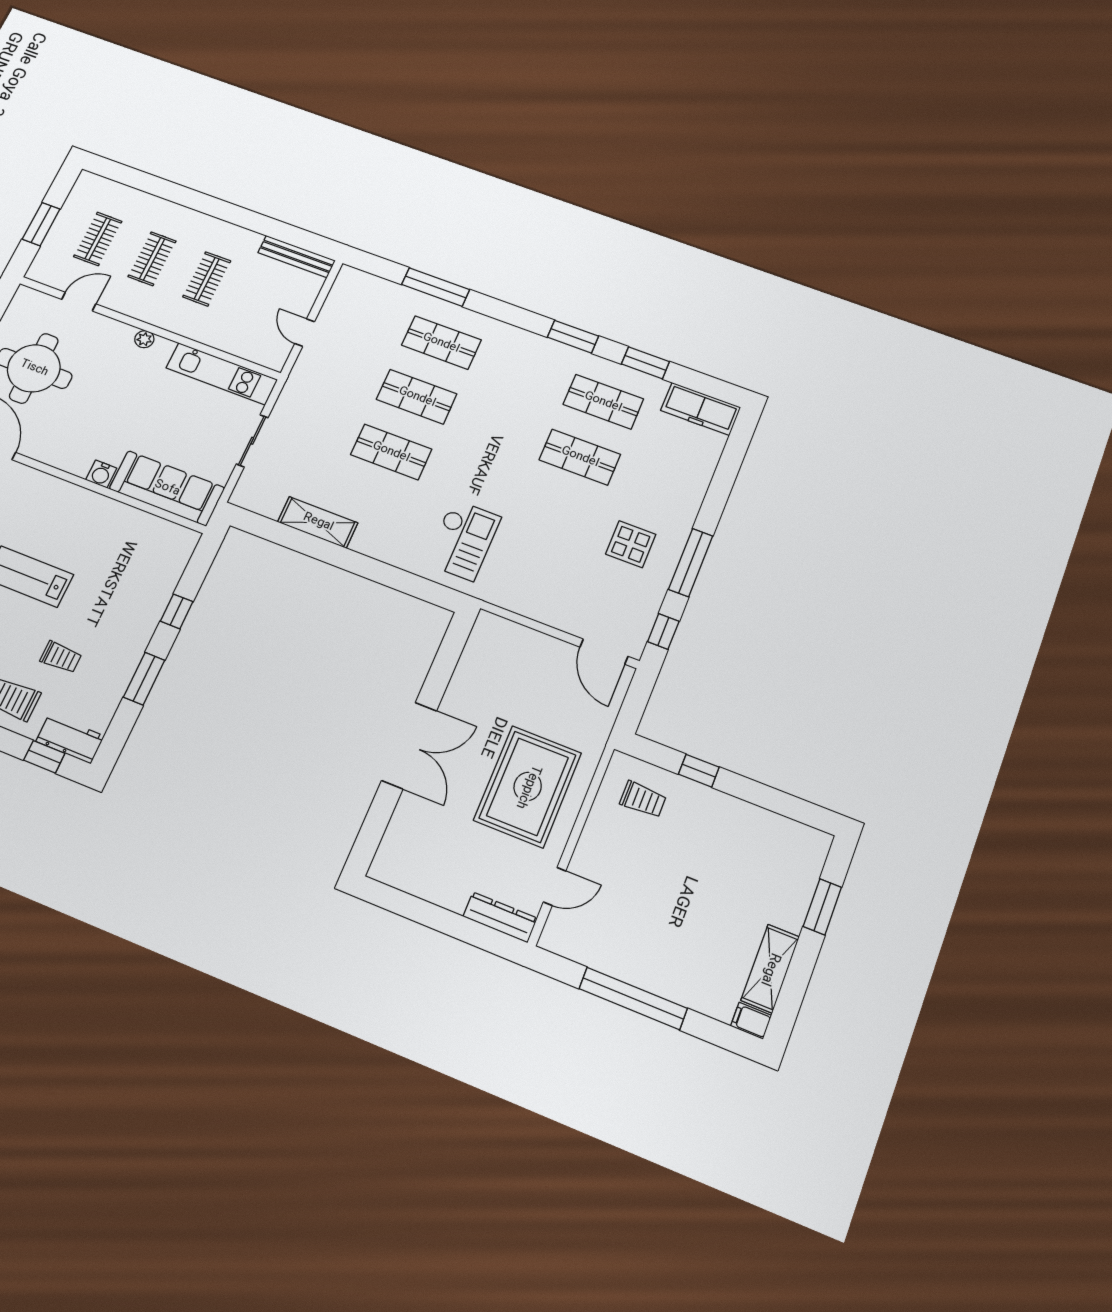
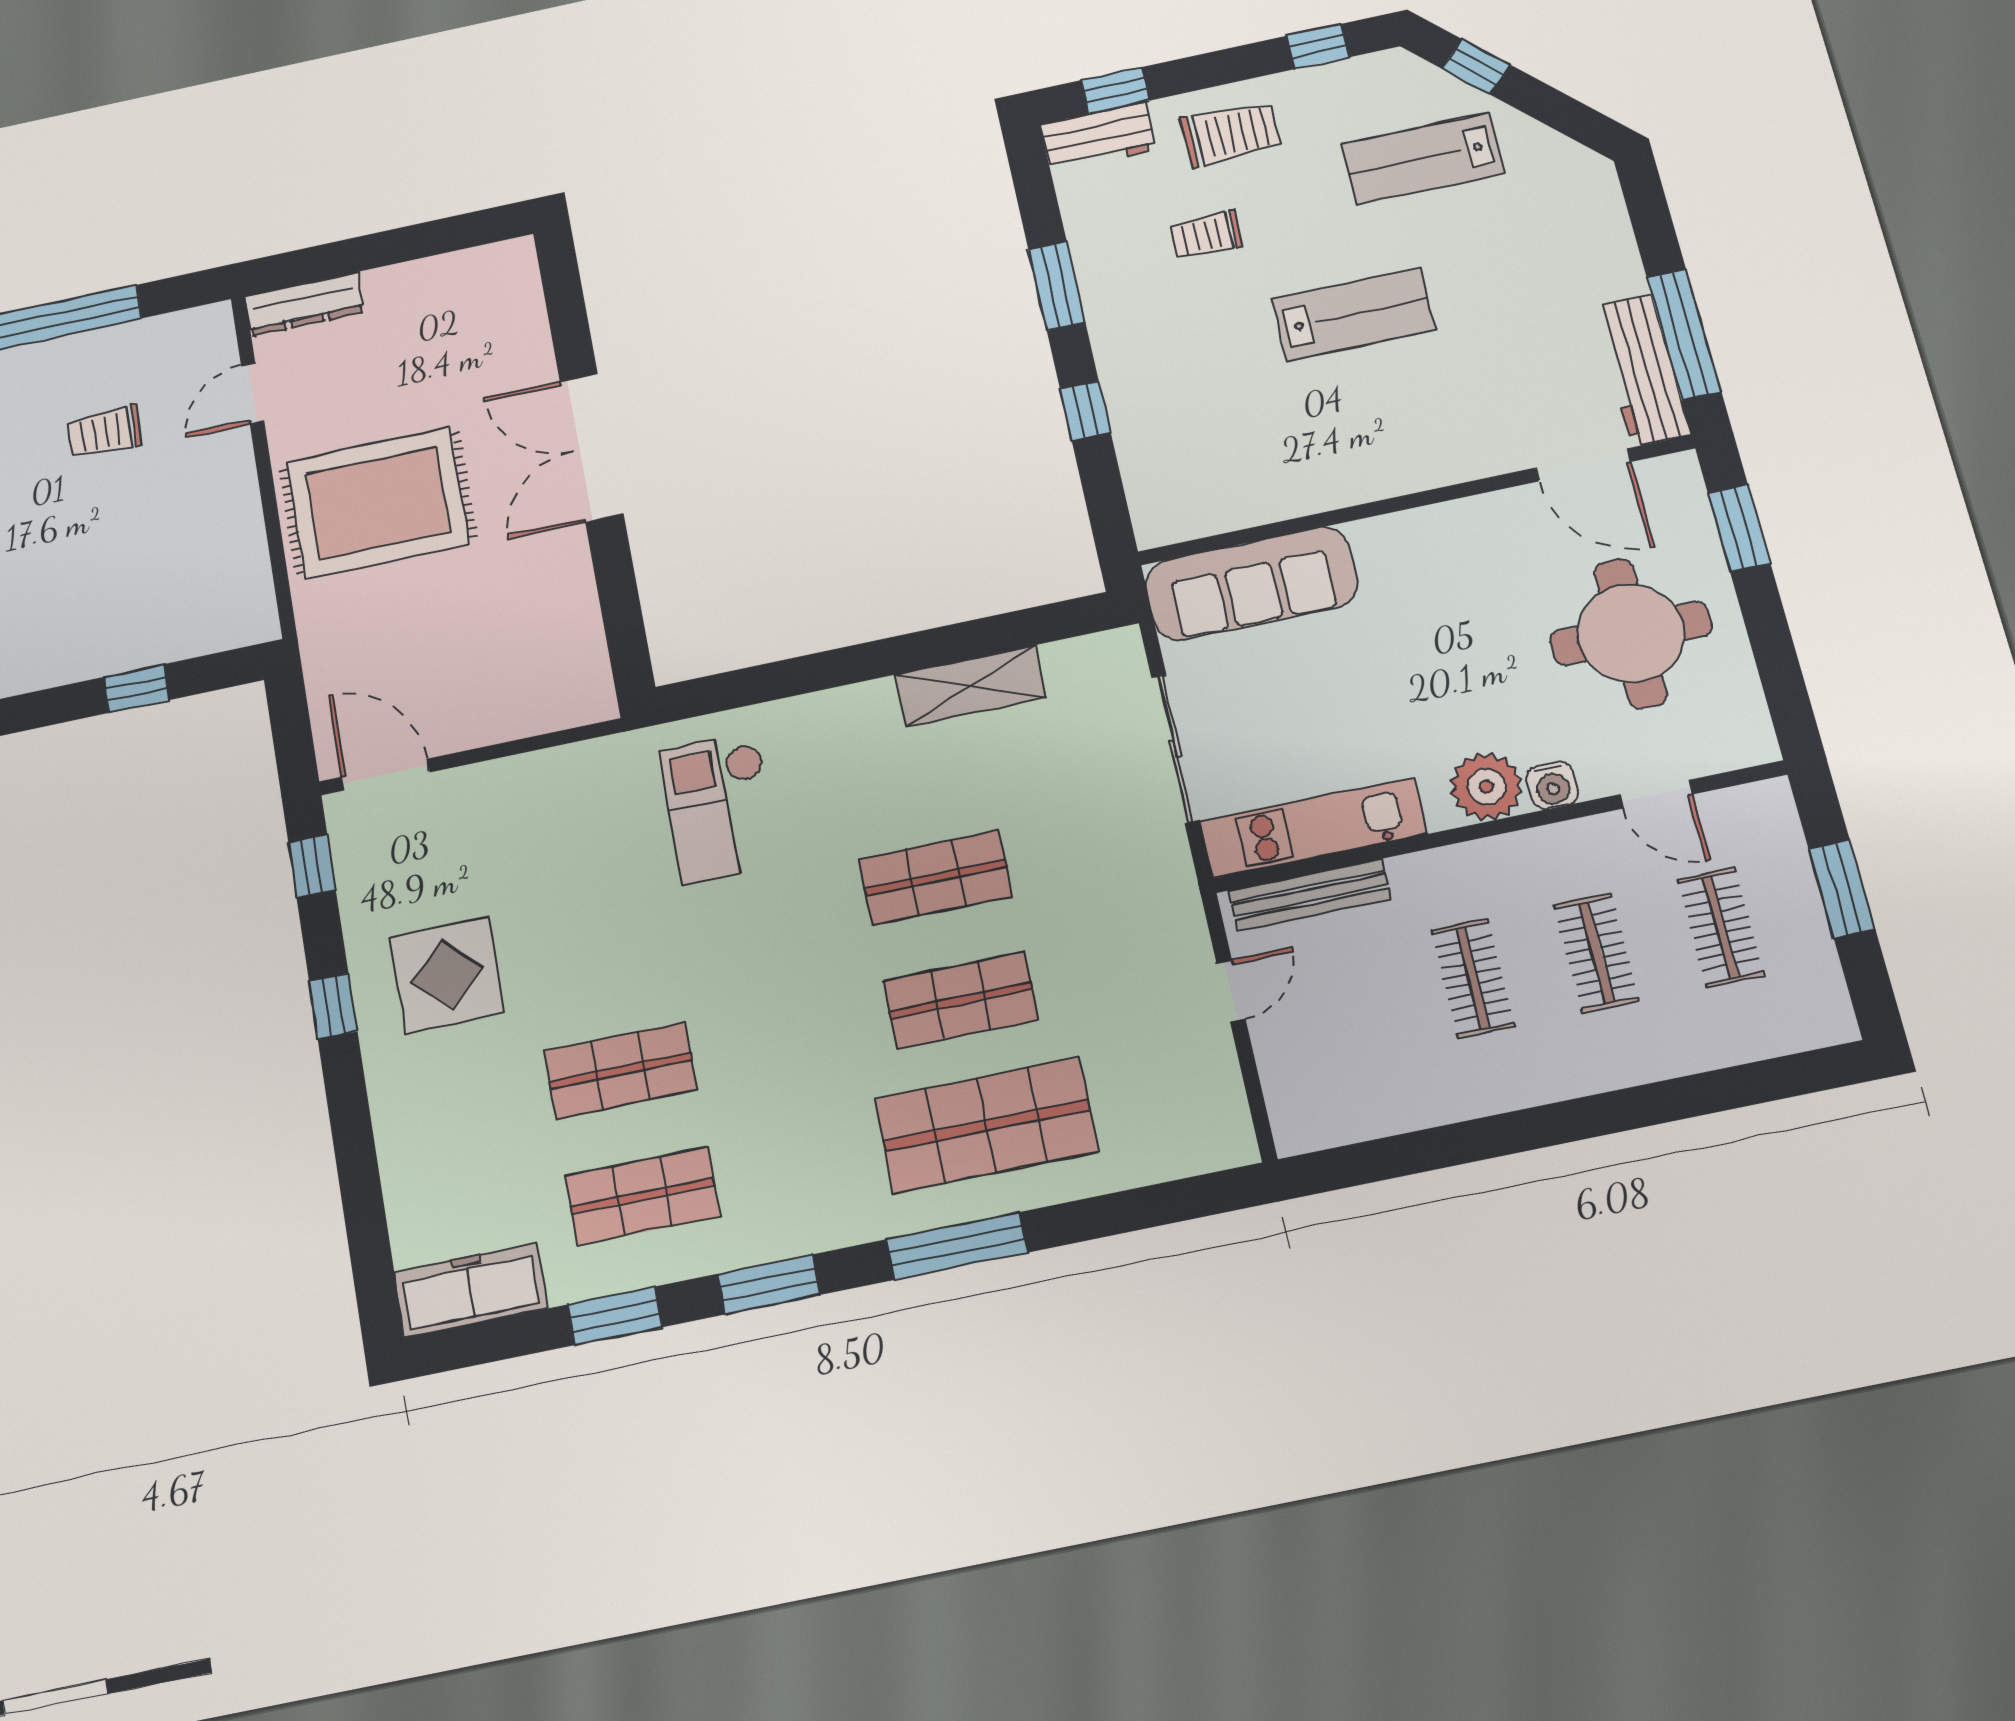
bench: (297, 257) -> (1310, 895), moved
window: (436, 287) -> (957, 1246), moved
door: (79, 302) -> (1656, 794), hinge flipped
door: (305, 333) -> (1231, 991), hinge flipped
plant: (144, 339) -> (1487, 787), width x1.87, depth x1.87
shop shelf: (441, 343) -> (986, 1125), width x1.43, depth x1.36
sliding door: (252, 441) -> (1175, 749), width x1.37
water cooler: (101, 474) -> (1552, 785), moved, turned 180
display table: (631, 544) -> (447, 975), width x1.36, depth x1.36
window: (691, 563) -> (333, 1006), width x0.46
rug: (528, 787) -> (378, 503), turned 90
trolley: (643, 799) -> (105, 432), moved

